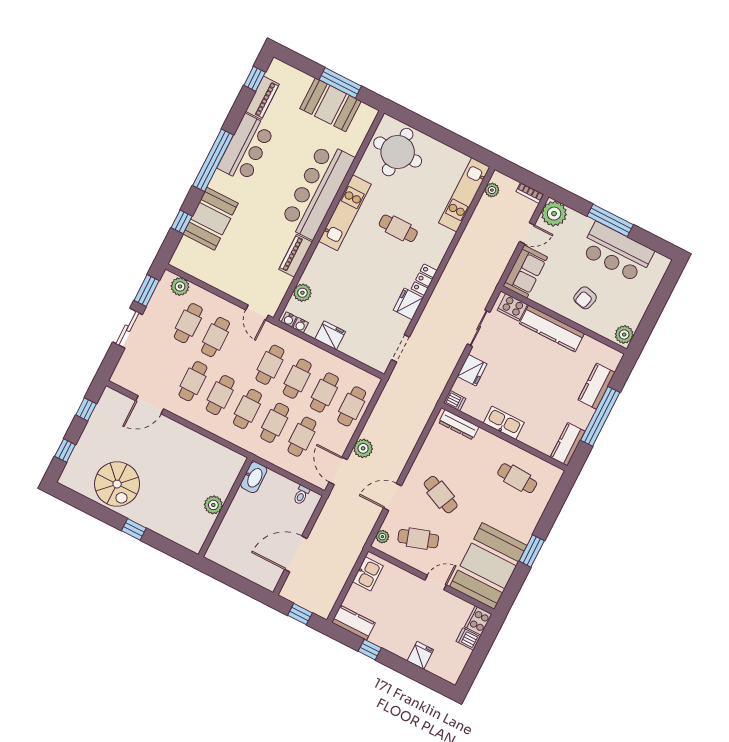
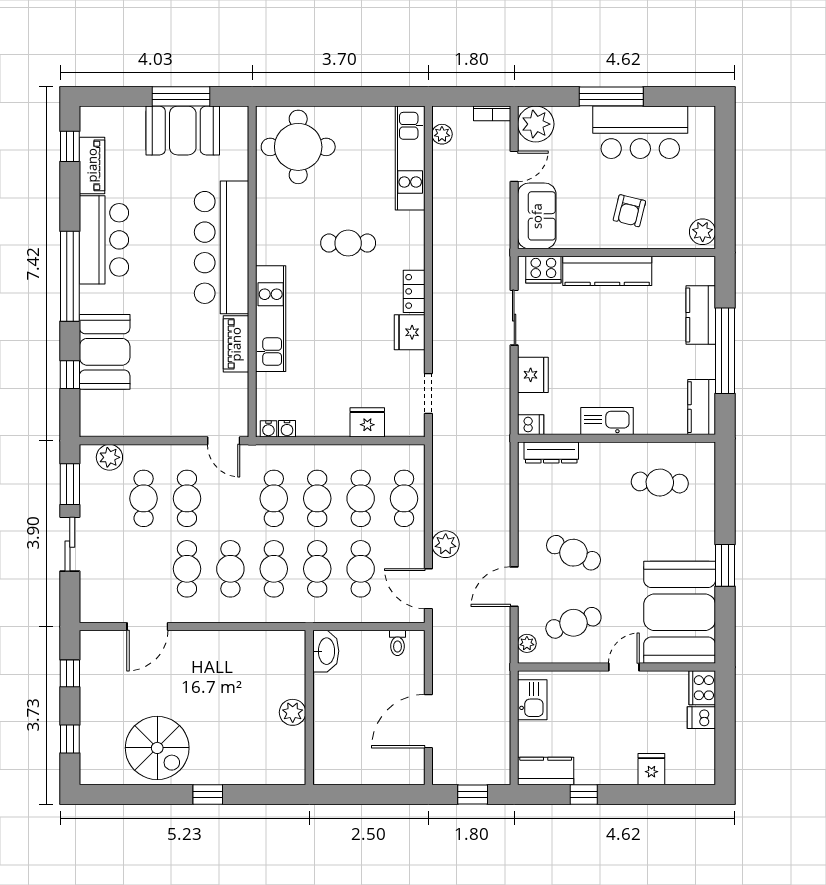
kitchen unit: (345, 213) -> (271, 319), moved
plant: (302, 293) -> (268, 386), removed
fridge: (330, 335) -> (367, 422), moved

